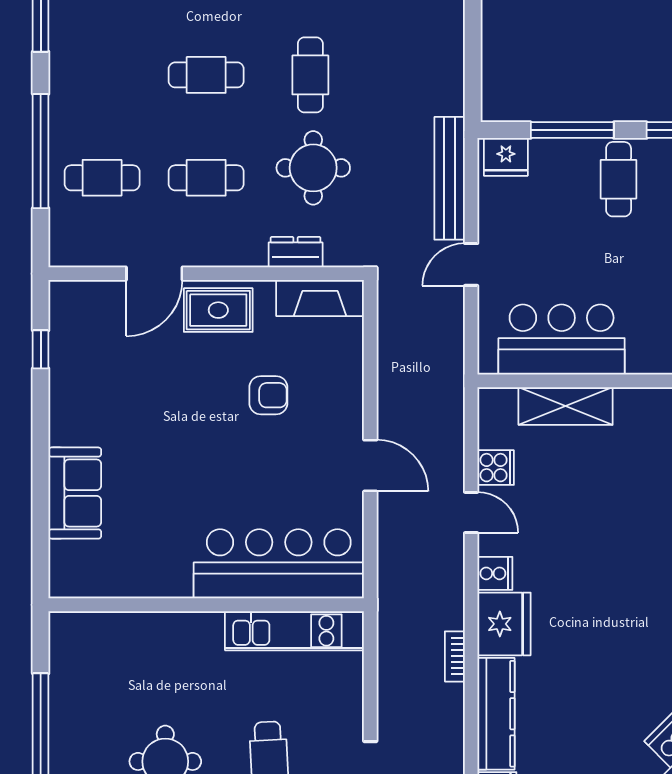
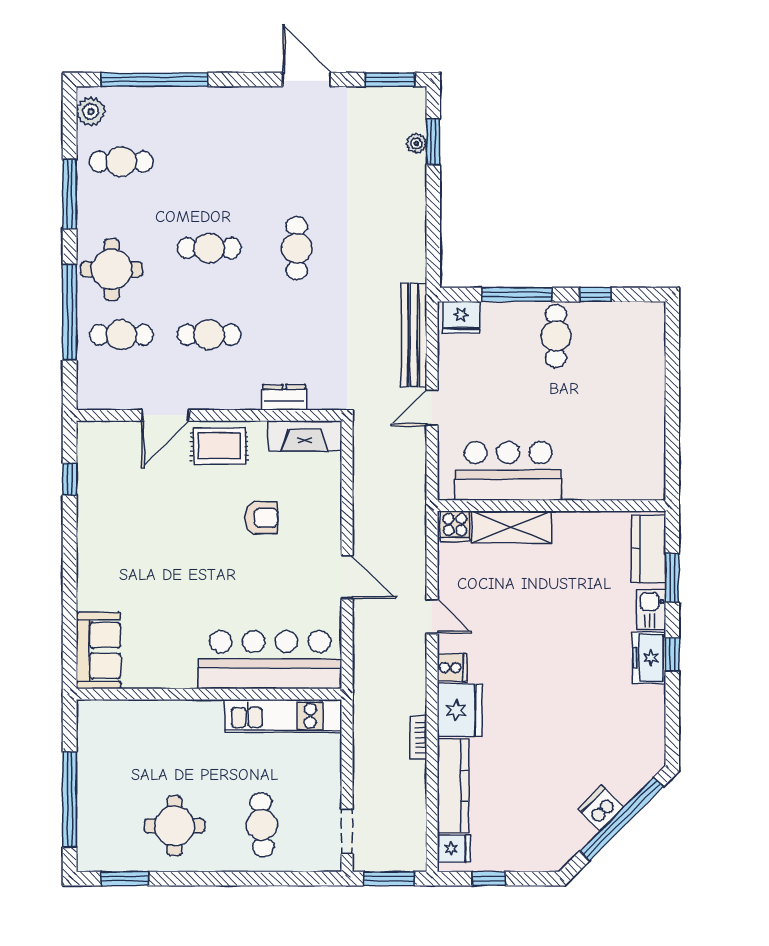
round table: (313, 168) -> (112, 269), moved
cooker: (496, 468) -> (455, 526), moved, turned 90
sofa: (75, 493) -> (98, 650), moved

